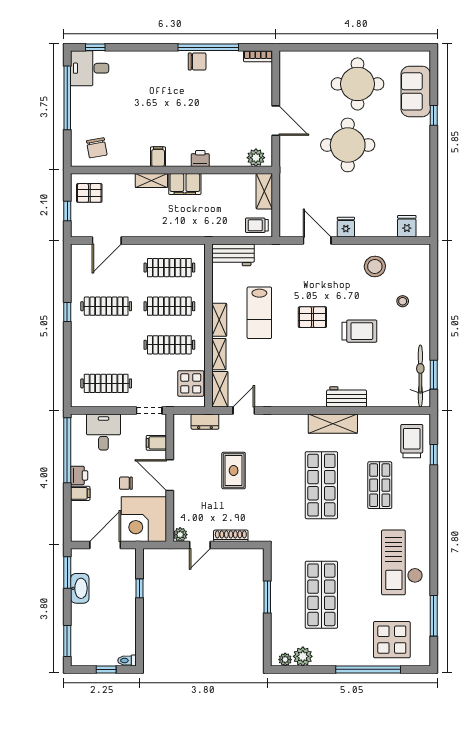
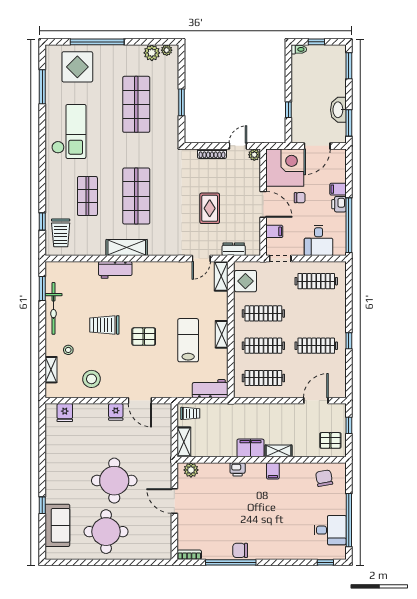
desk: (90, 68) -> (330, 530), moved
shelving: (219, 354) -> (51, 370), moved
bicycle: (420, 376) -> (53, 308), moved

